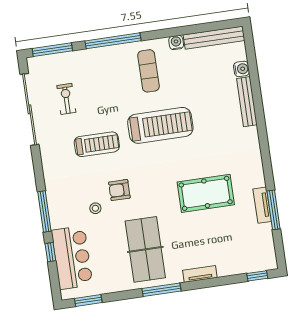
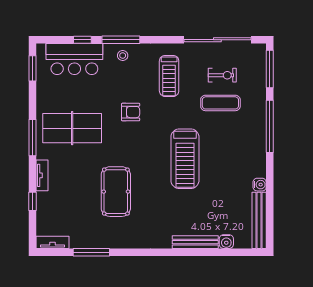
exercise mat: (148, 71) -> (220, 103), moved
treadmill: (97, 144) -> (169, 76), moved
armchair: (119, 190) -> (131, 112), turned 90
tv unit: (262, 205) -> (53, 242), moved
stool: (95, 208) -> (123, 56), moved
window: (257, 276) -> (32, 201), moved

